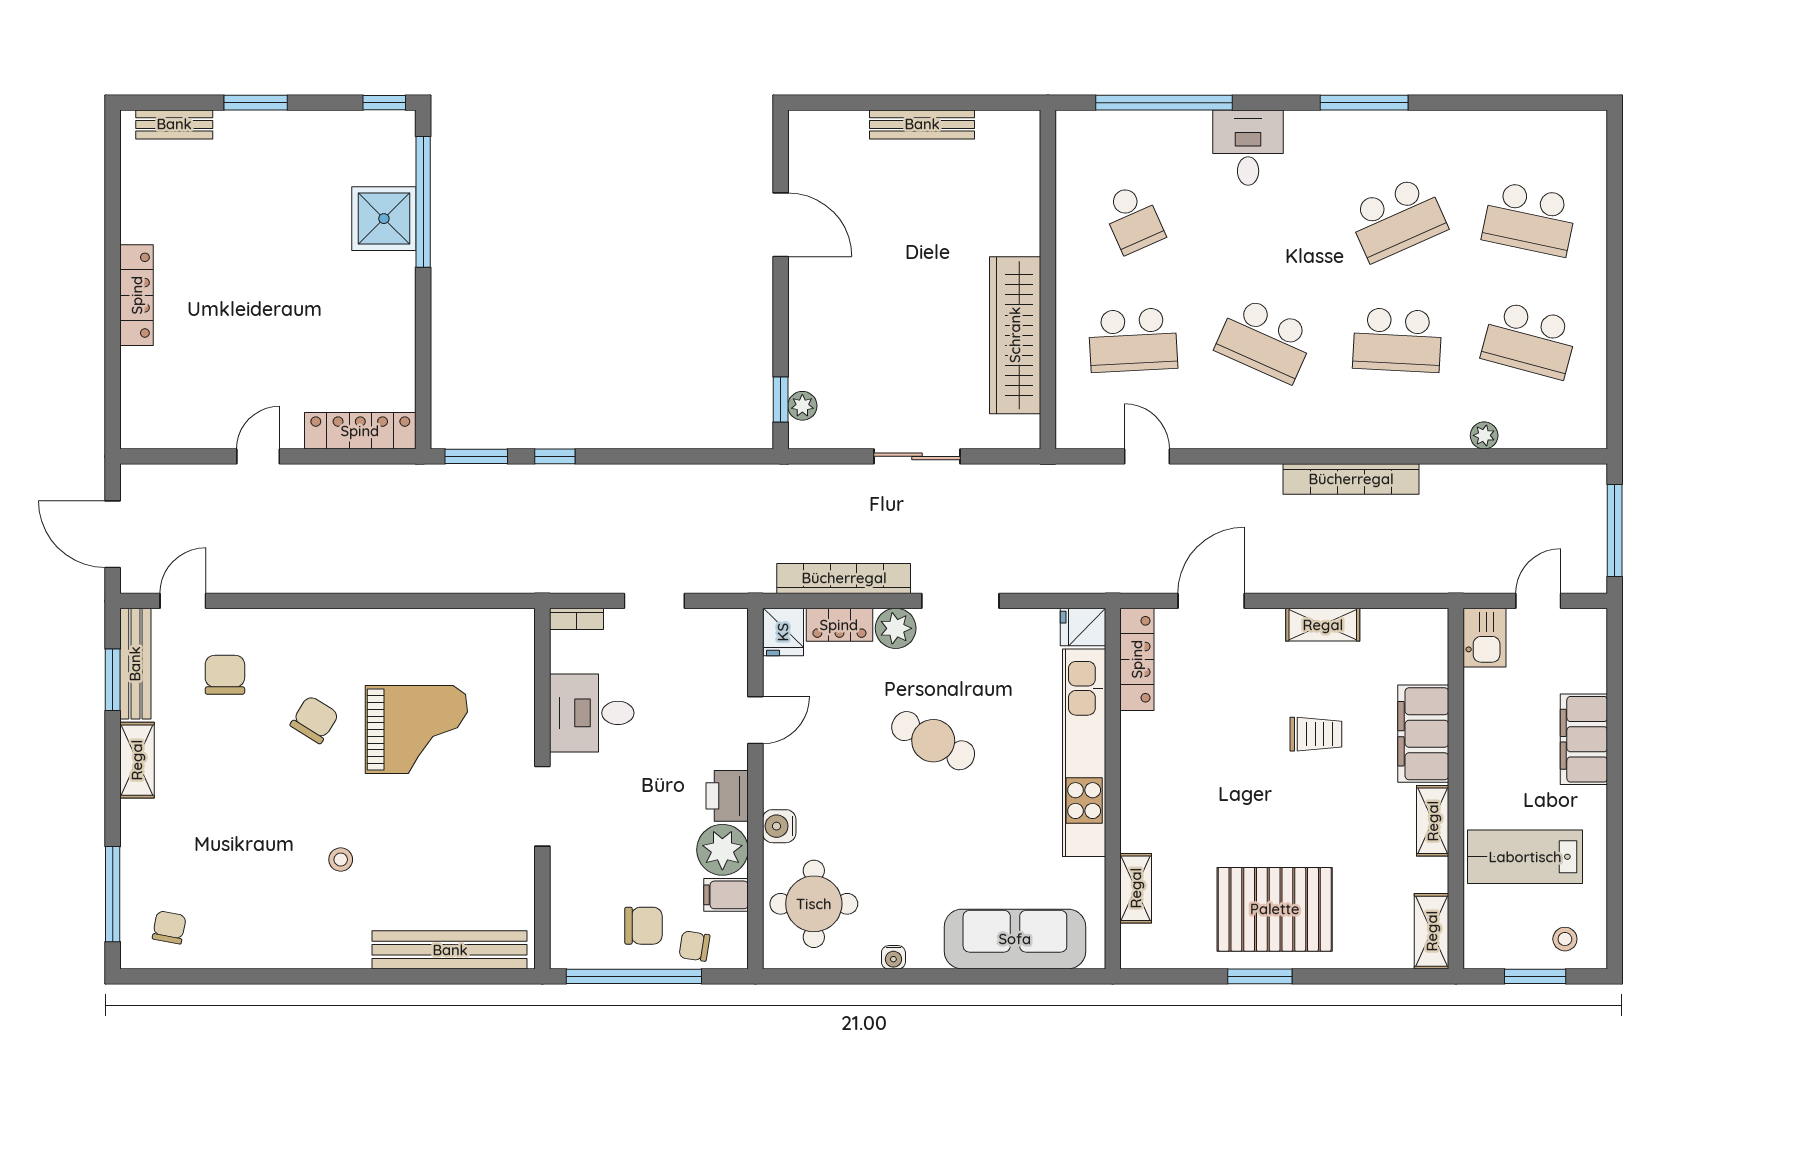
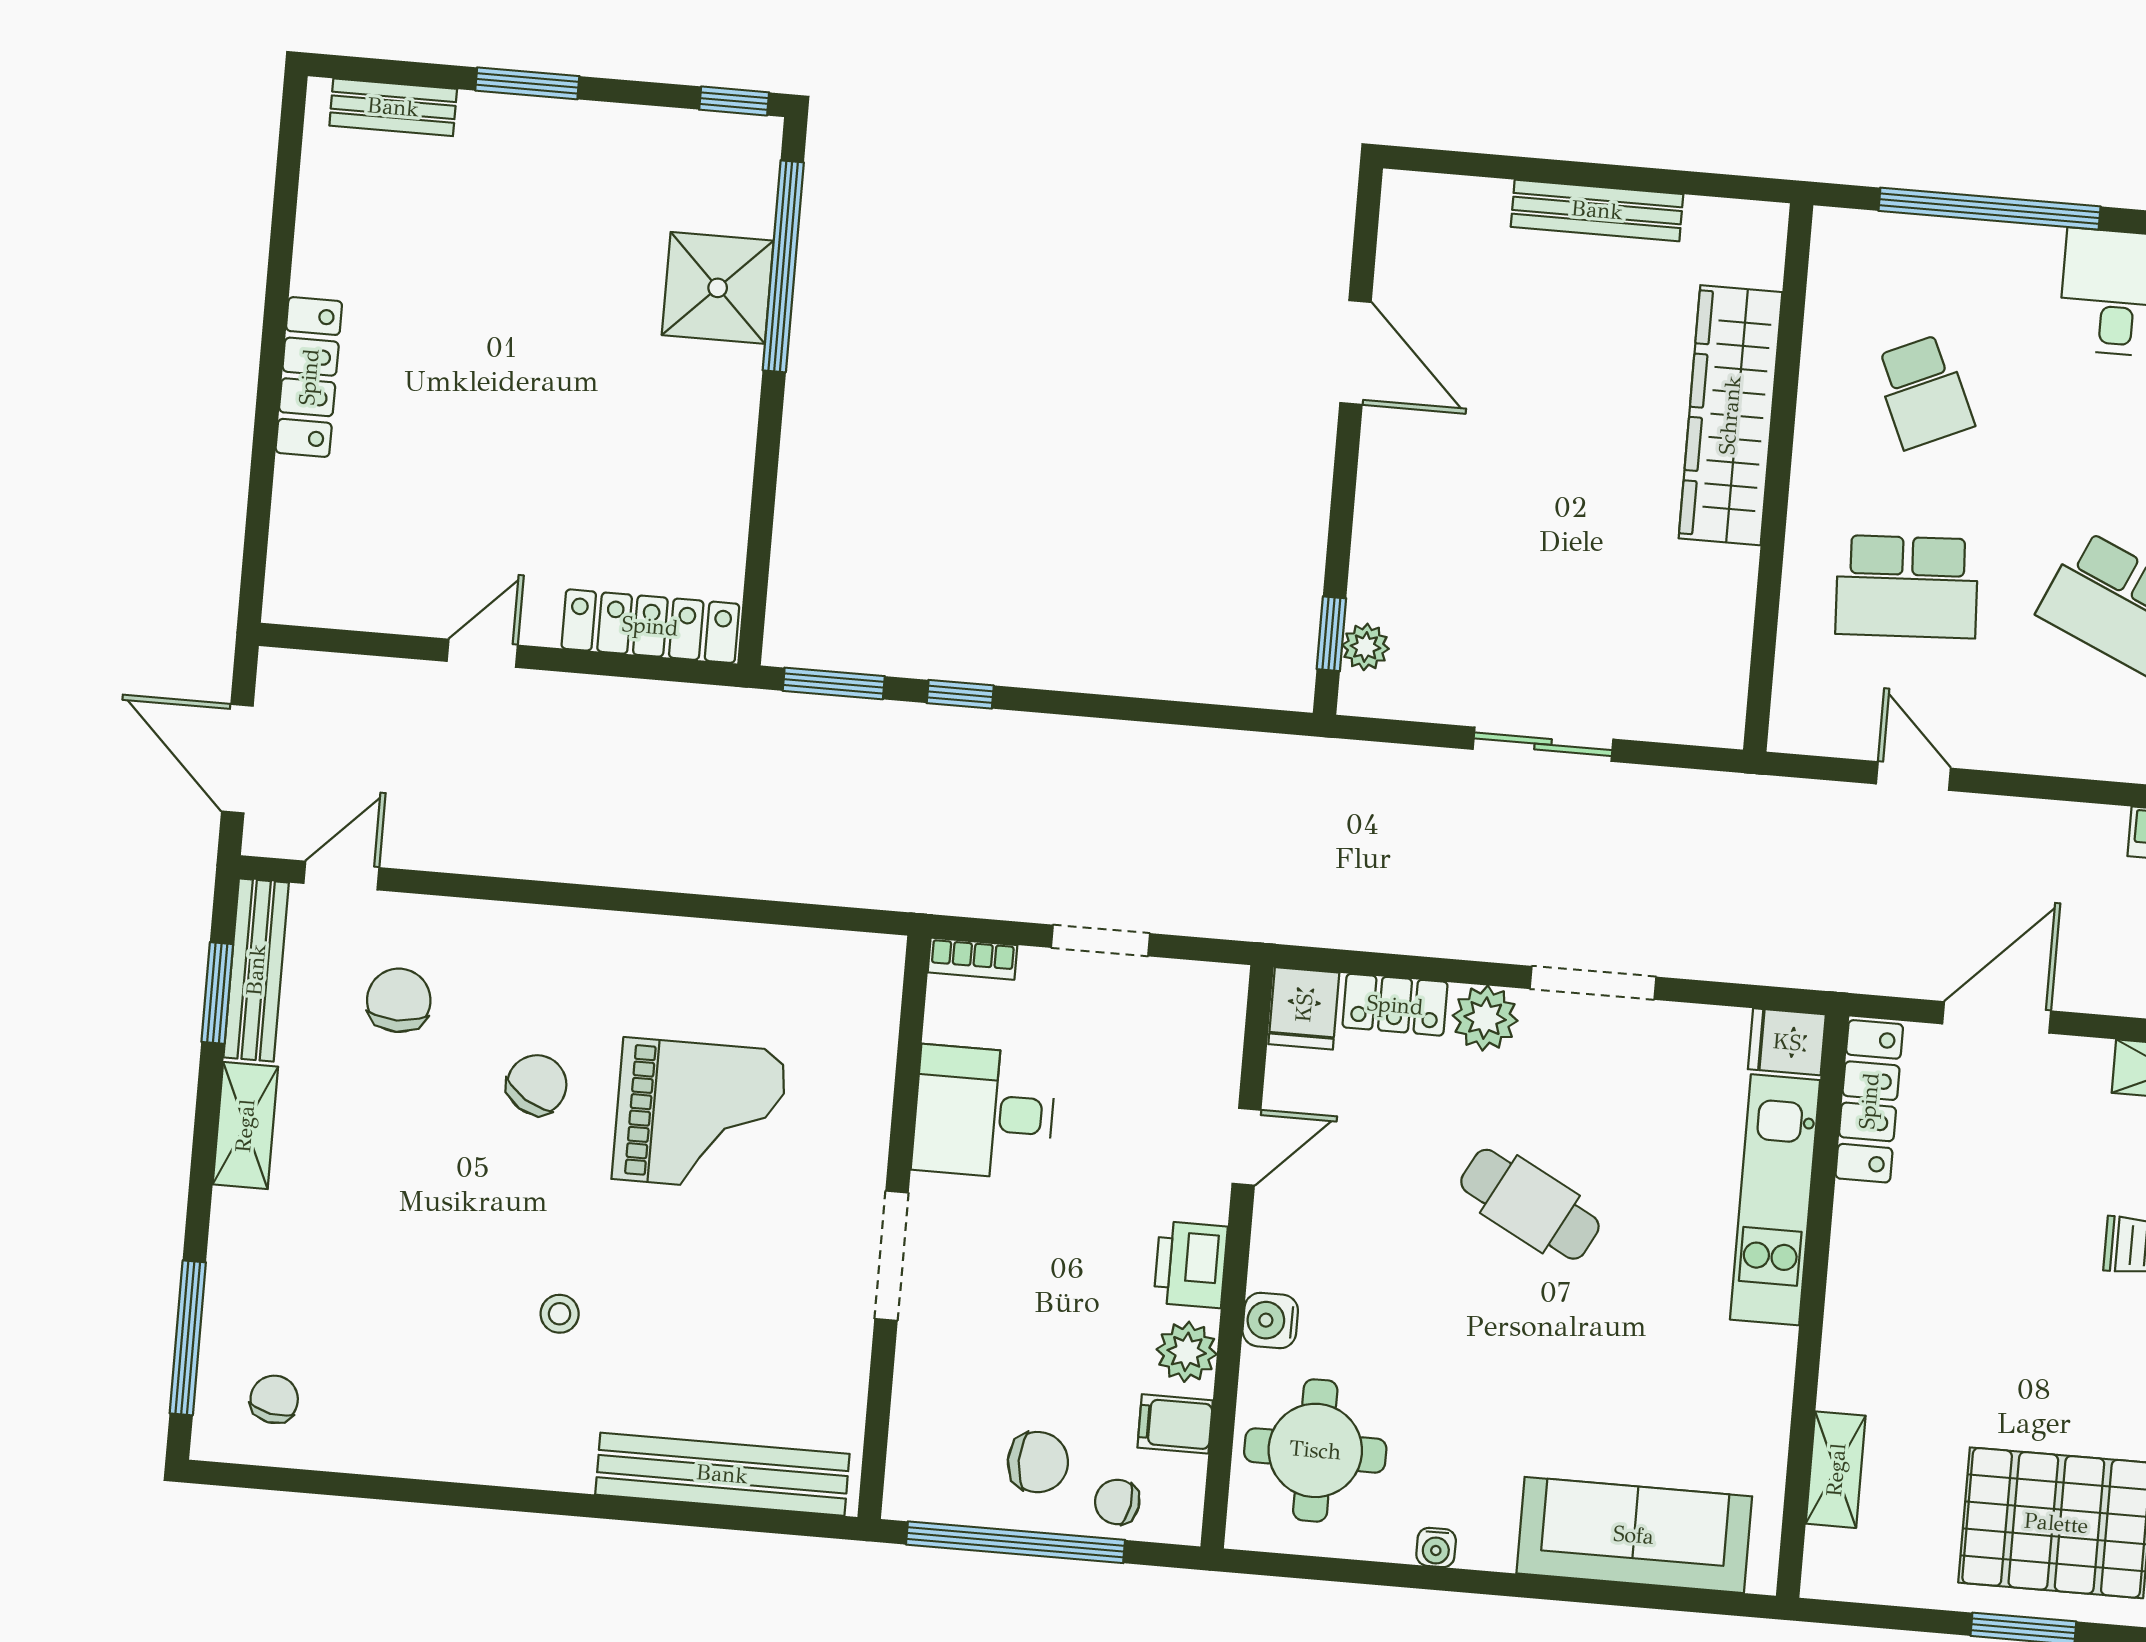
wardrobe: (1015, 335) -> (1730, 415), moved
bookcase: (844, 578) -> (1408, 931), removed
kitchen unit: (1084, 753) -> (1775, 1200), width x0.73
plant: (722, 850) -> (1187, 1352), width x0.73, depth x0.73

